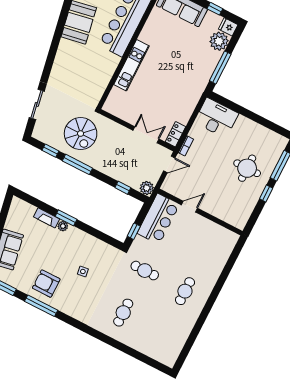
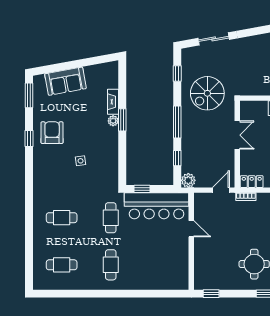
double door: (146, 135) -> (237, 135), moved
window: (77, 164) -> (177, 122), moved
door: (169, 164) -> (221, 190), swing flipped
window: (266, 193) -> (211, 294), moved
bar counter: (158, 219) -> (157, 206), width x1.36
cafe table: (185, 291) -> (111, 265), turned 90
window: (41, 306) -> (29, 138), width x0.46
cafe table: (163, 333) -> (62, 265), added

